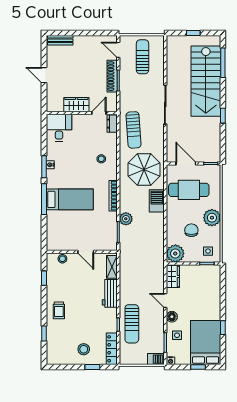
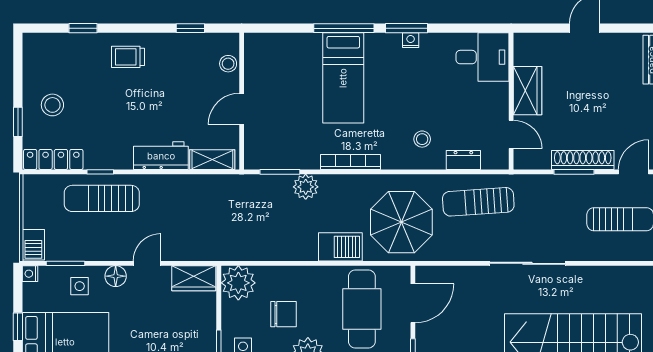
dresser: (112, 124) -> (463, 160), moved

